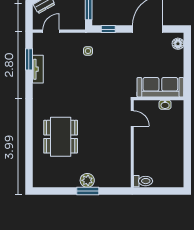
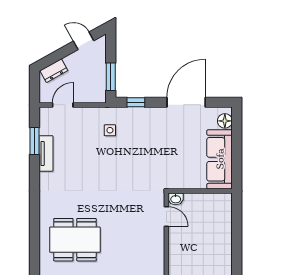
sofa: (160, 87) -> (220, 159), moved, turned -90
washbasin: (165, 105) -> (176, 199), moved
dining table: (61, 137) -> (75, 240), turned 90

